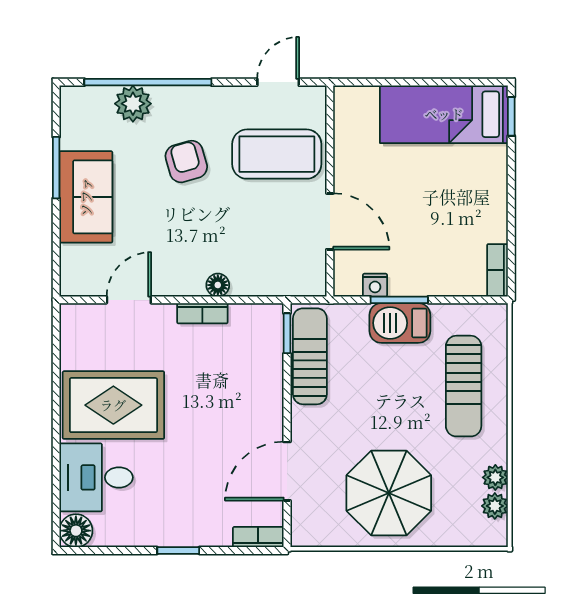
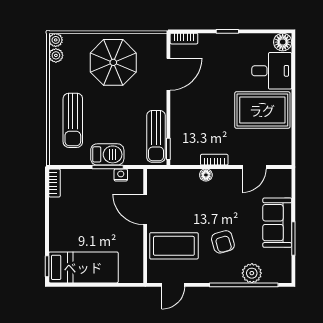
sun lounger: (464, 386) -> (73, 120), turned 180
plant: (495, 477) -> (56, 40), moved

